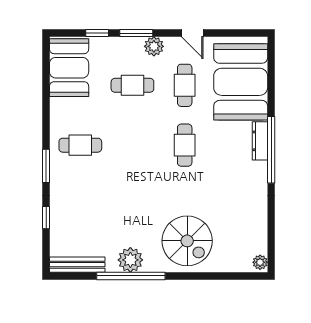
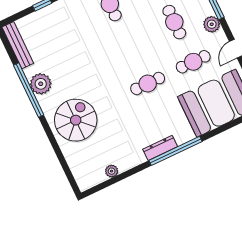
dresser: (260, 141) -> (160, 148), moved
spiral stairs: (187, 241) -> (76, 120), turned 180
plant: (260, 262) -> (112, 171), moved

